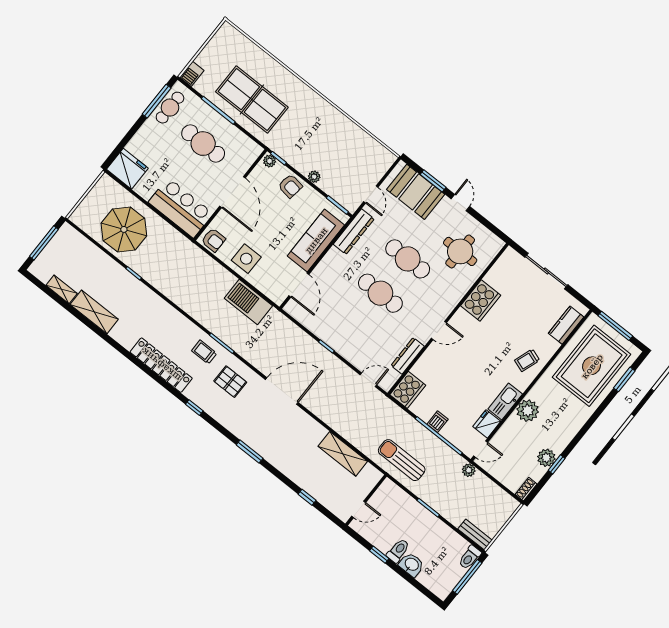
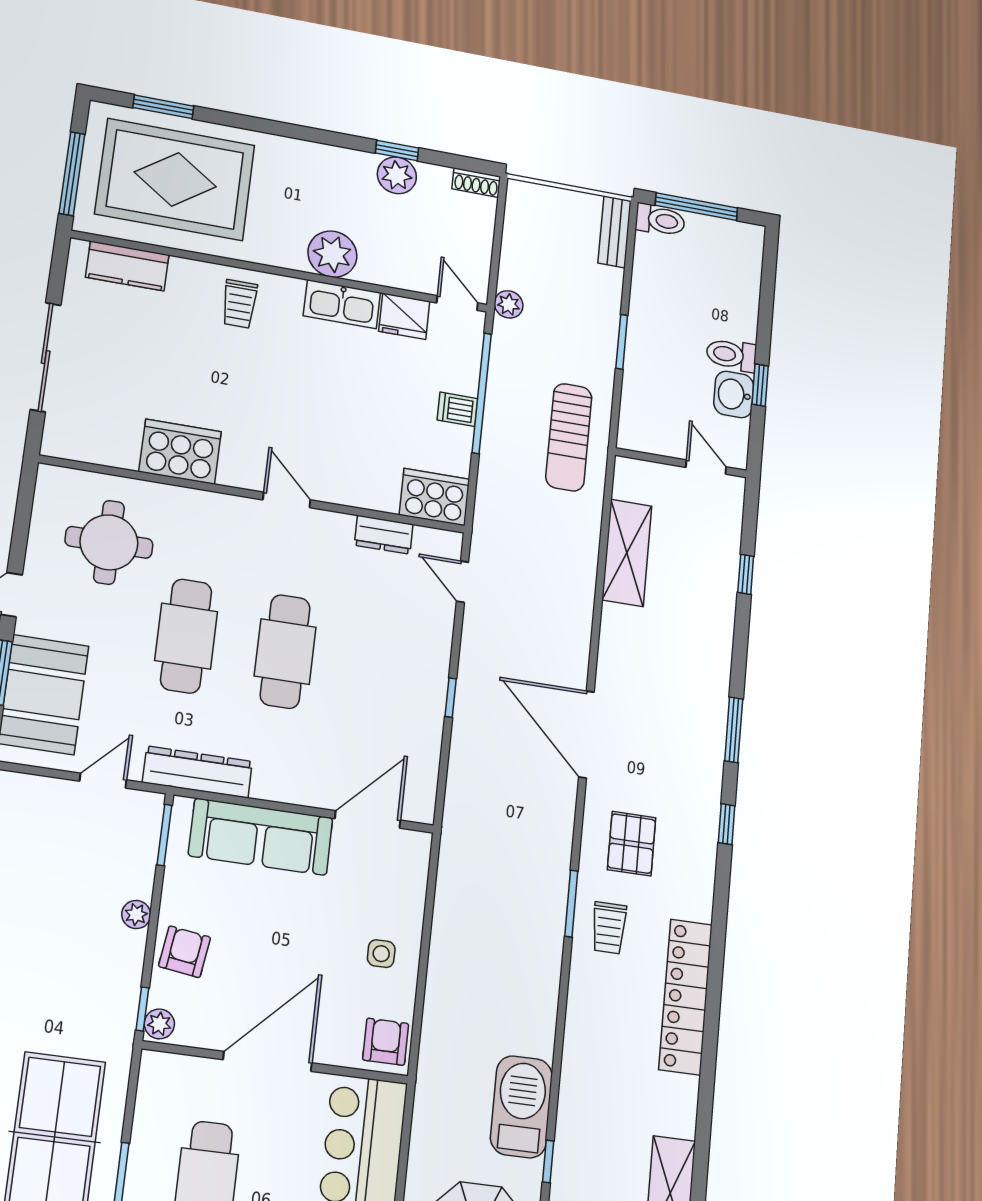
side table: (246, 259) -> (381, 954), width x0.54, depth x0.54
barbecue: (248, 302) -> (521, 1107), moved, turned 180
dresser: (408, 356) -> (384, 535), width x0.70
trolley: (527, 360) -> (239, 304), turned 71
window: (194, 408) -> (727, 824), moved
washbasin: (411, 565) -> (734, 394), moved

